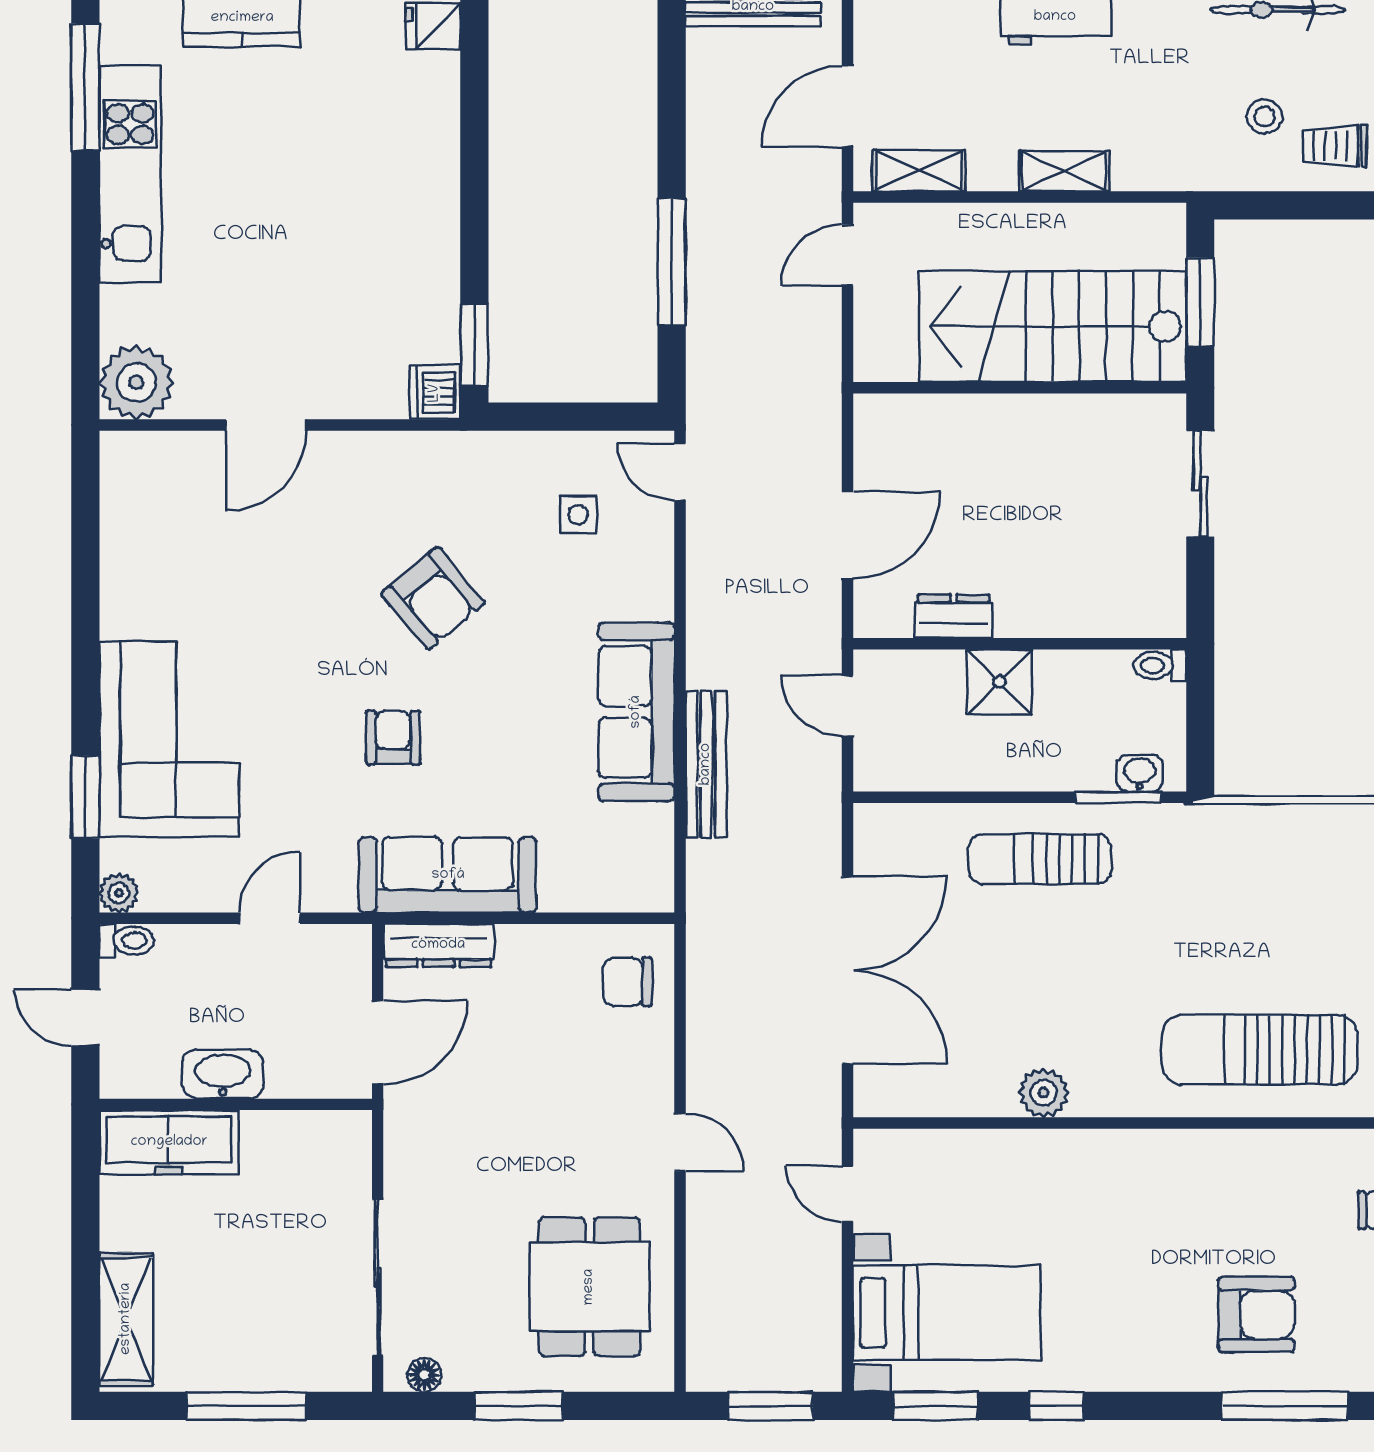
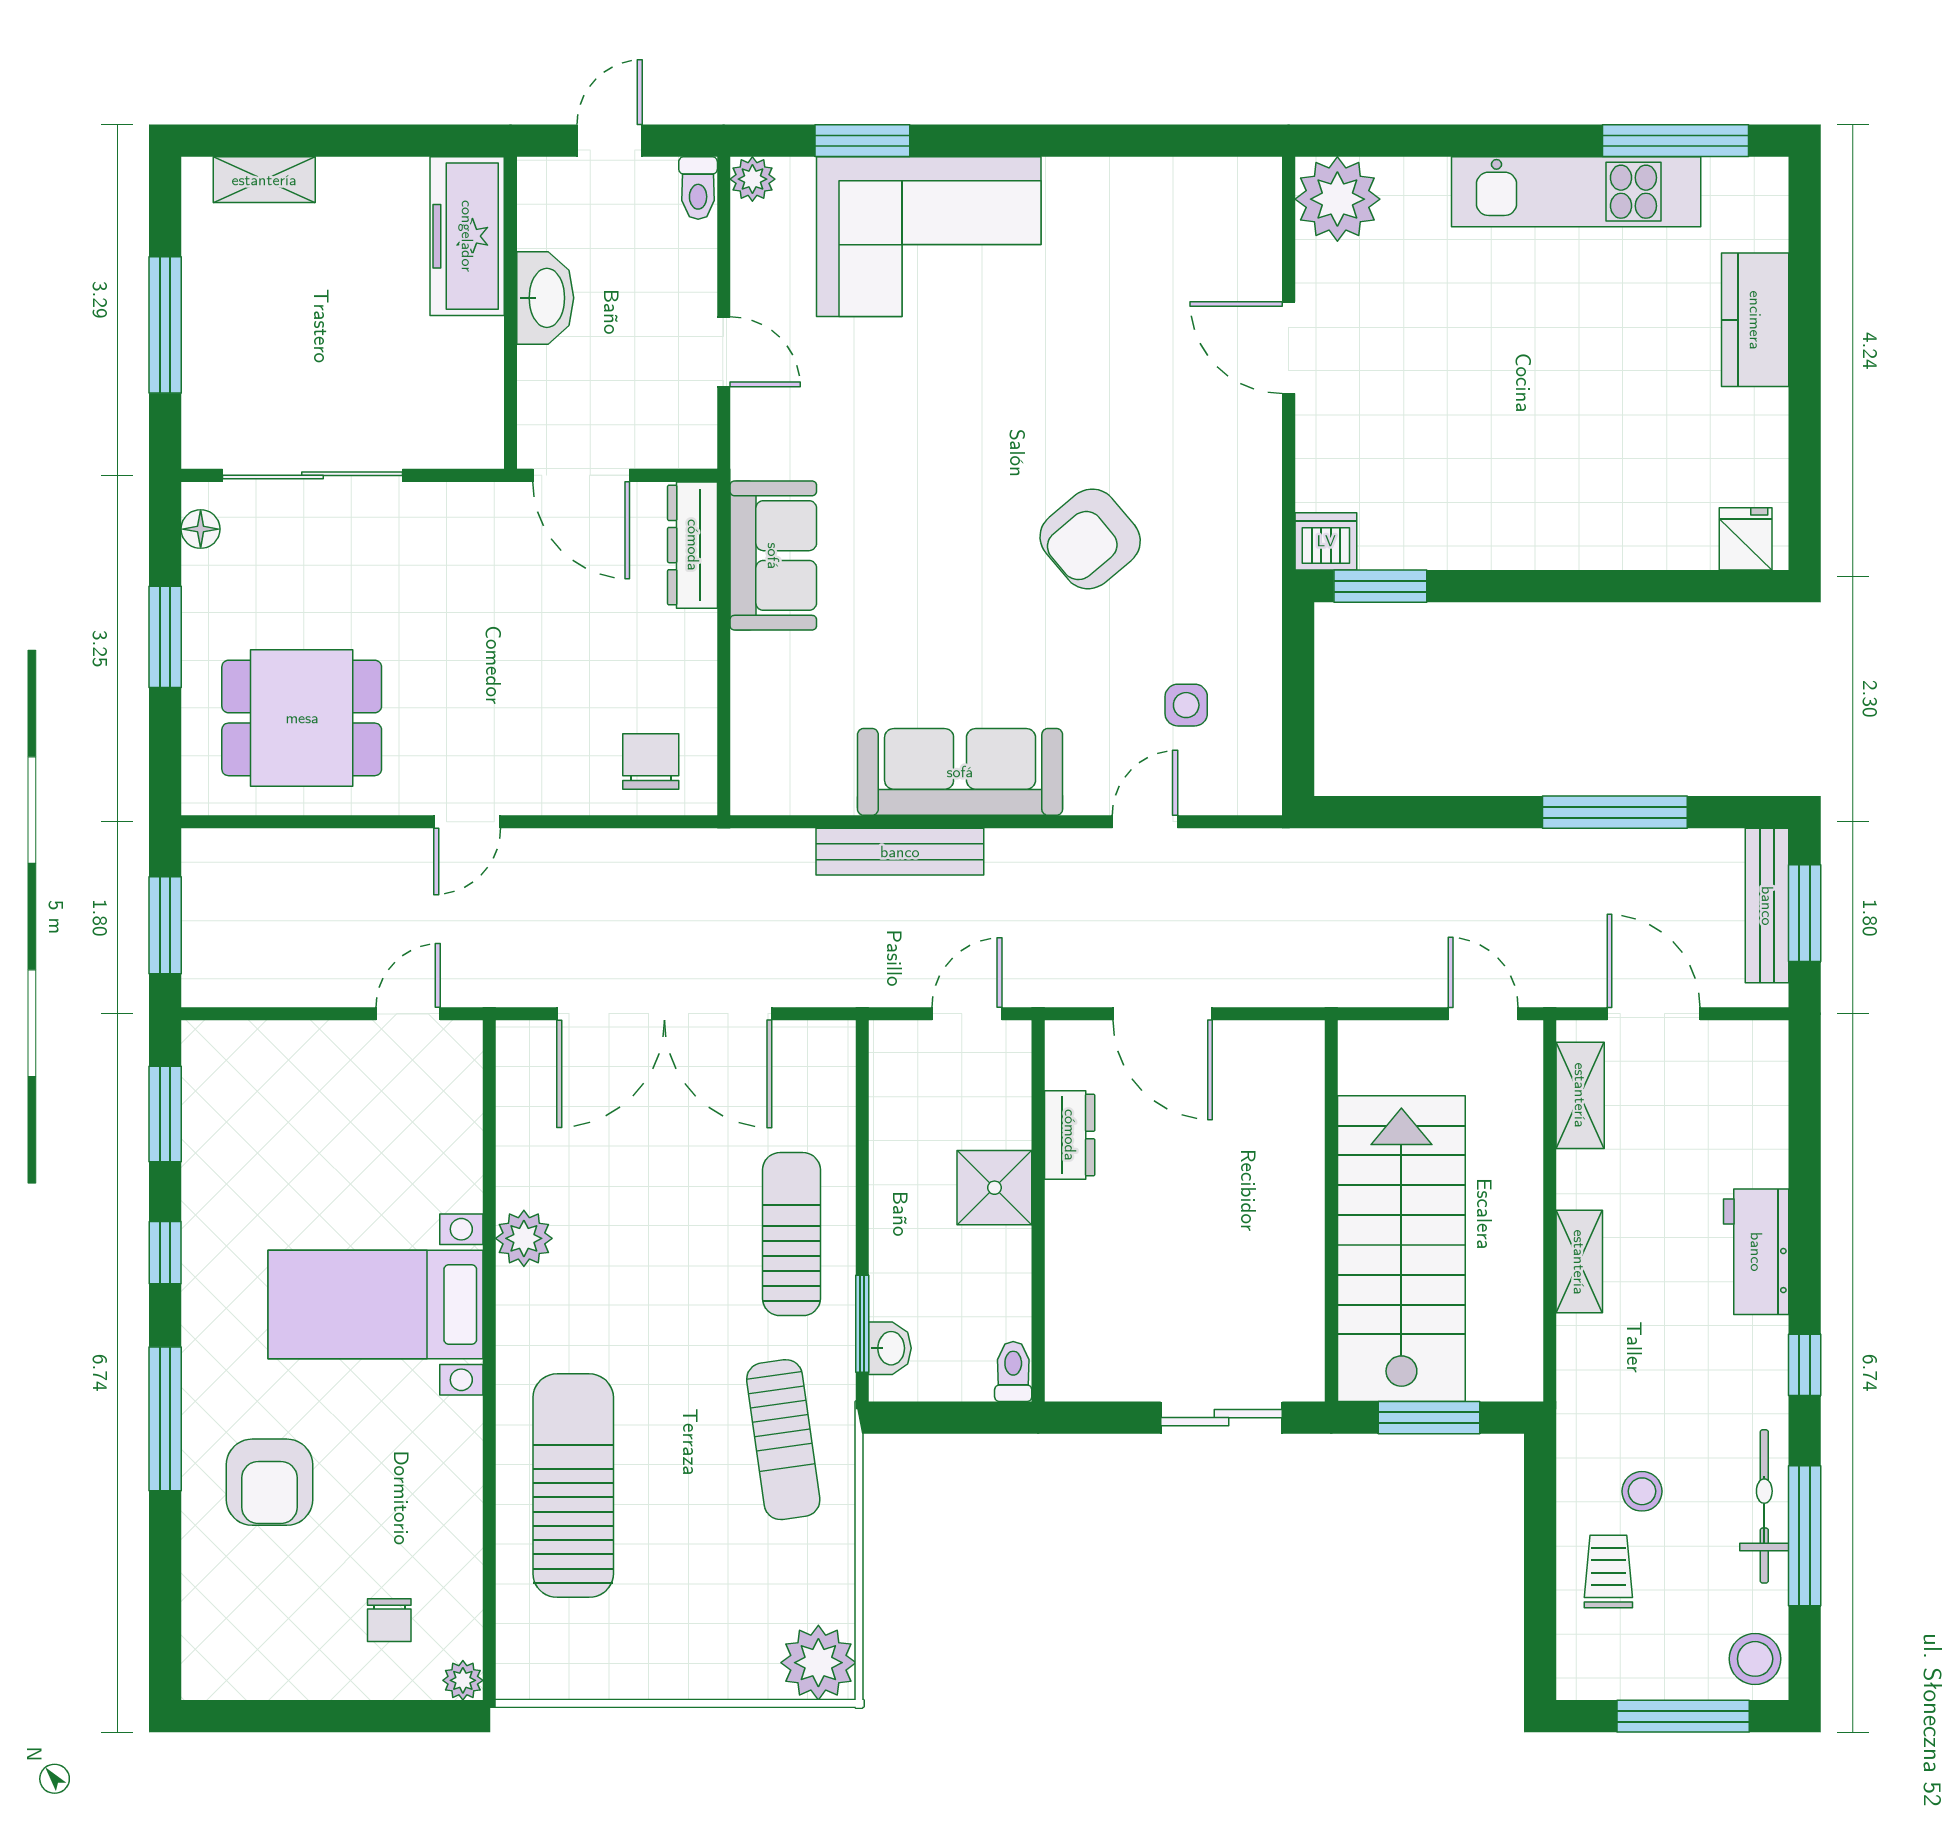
window: (672, 262) -> (1615, 812), moved
door: (680, 472) -> (1145, 822), moved
armchair: (393, 738) -> (931, 493), removed
sun lounger: (1219, 866) -> (783, 1440), added
sofa: (448, 875) -> (773, 556), width x0.73
bed with nightstands: (947, 1313) -> (375, 1304), moved, turned 90
shelving: (126, 1319) -> (264, 180), width x0.67, depth x0.75
window: (1284, 1406) -> (165, 1419), moved

